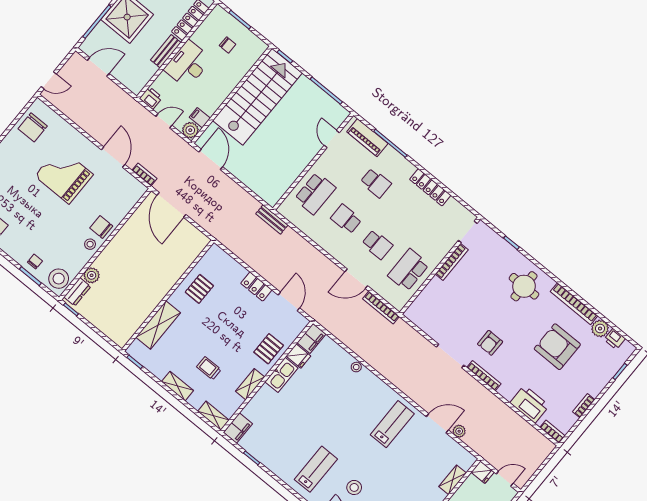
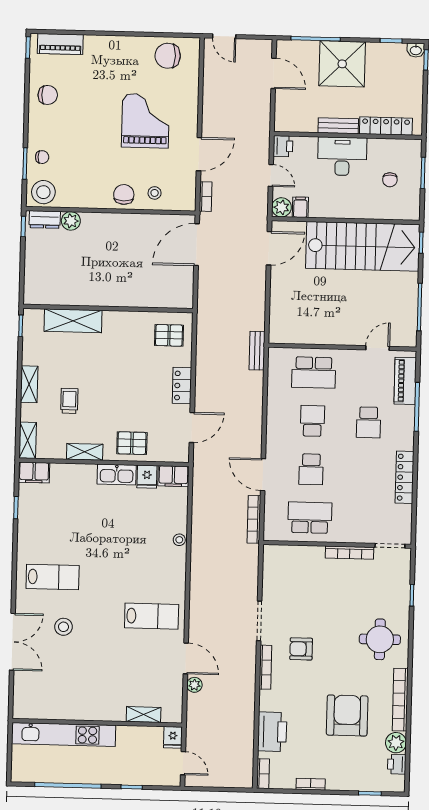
stool: (90, 244) -> (155, 193), moved
pallet: (199, 289) -> (169, 335), moved

